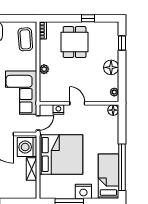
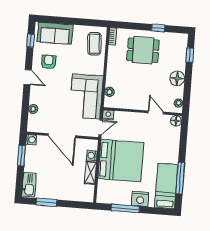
dining table: (75, 42) -> (143, 50), turned 90
plant: (44, 69) -> (109, 92), moved
door: (77, 103) -> (156, 112), moved
nightstand: (58, 110) -> (108, 115), moved
washing machine: (27, 147) -> (92, 155), width x0.53, depth x0.53
window: (122, 167) -> (180, 178), width x0.68

